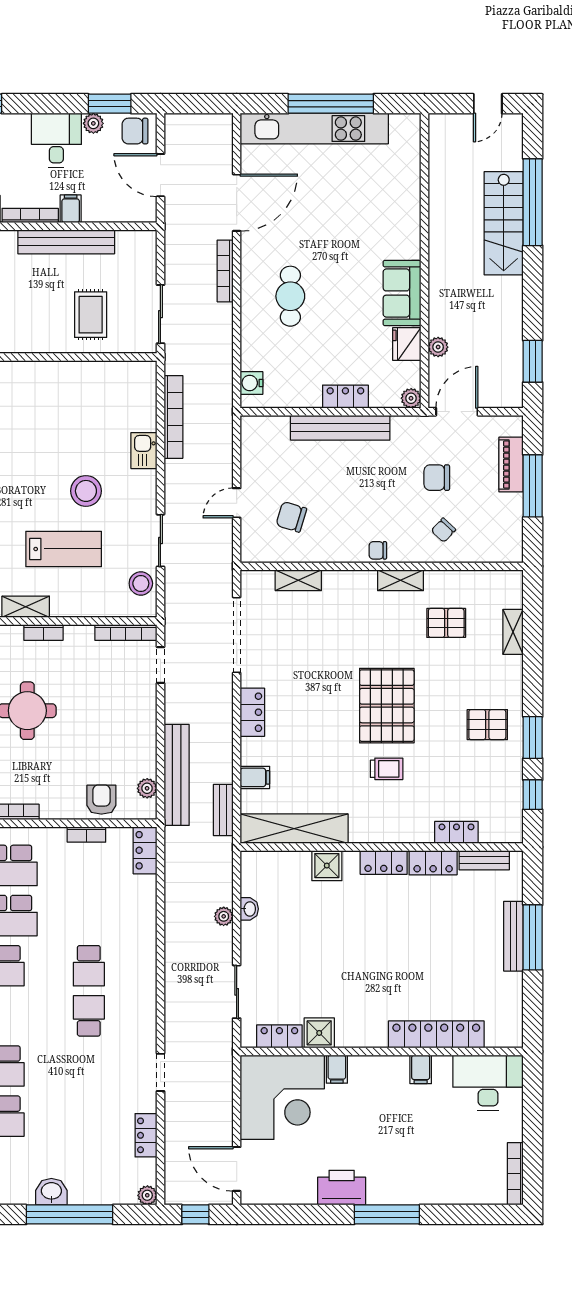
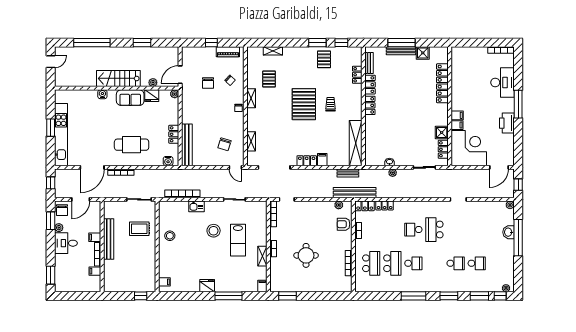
window: (200, 104) -> (51, 183), added
window: (331, 104) -> (51, 128), width x0.47
door: (488, 104) -> (51, 62), hinge flipped
door: (237, 203) -> (92, 167), swing flipped
stairs: (504, 223) -> (118, 78), moved, turned 180
water cooler: (410, 227) -> (102, 94), added
cafe table: (290, 296) -> (132, 145), width x1.37, depth x1.35
window: (533, 361) -> (142, 43), moved
locker: (345, 397) -> (174, 134), moved
door: (457, 412) -> (180, 75), hinge flipped
bench: (340, 428) -> (187, 145), moved
piano: (511, 465) -> (228, 52), moved
window: (533, 486) -> (211, 43), width x0.46
door: (237, 503) -> (235, 167), moved
lab bench: (64, 549) -> (238, 240), turned 180
stool: (141, 583) -> (170, 236), moved
pallet: (387, 706) -> (304, 104), turned 90
pallet: (487, 725) -> (324, 59), moved
bench: (177, 775) -> (355, 193), moved
filing cabinet: (255, 777) -> (322, 160), moved
shower: (327, 866) -> (423, 53), moved
school desk: (89, 966) -> (413, 230), turned 180
school desk: (89, 1016) -> (434, 230), width x1.85
filing cabinet: (421, 1069) -> (457, 115), moved
desk: (488, 1083) -> (502, 82), moved, turned 180
locker: (146, 1135) -> (385, 205), moved
washbasin: (51, 1192) -> (508, 232), moved

